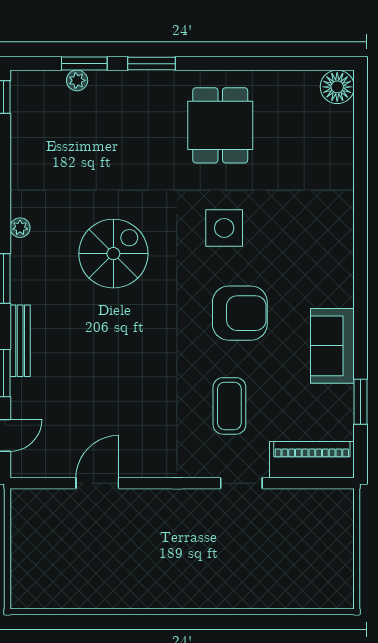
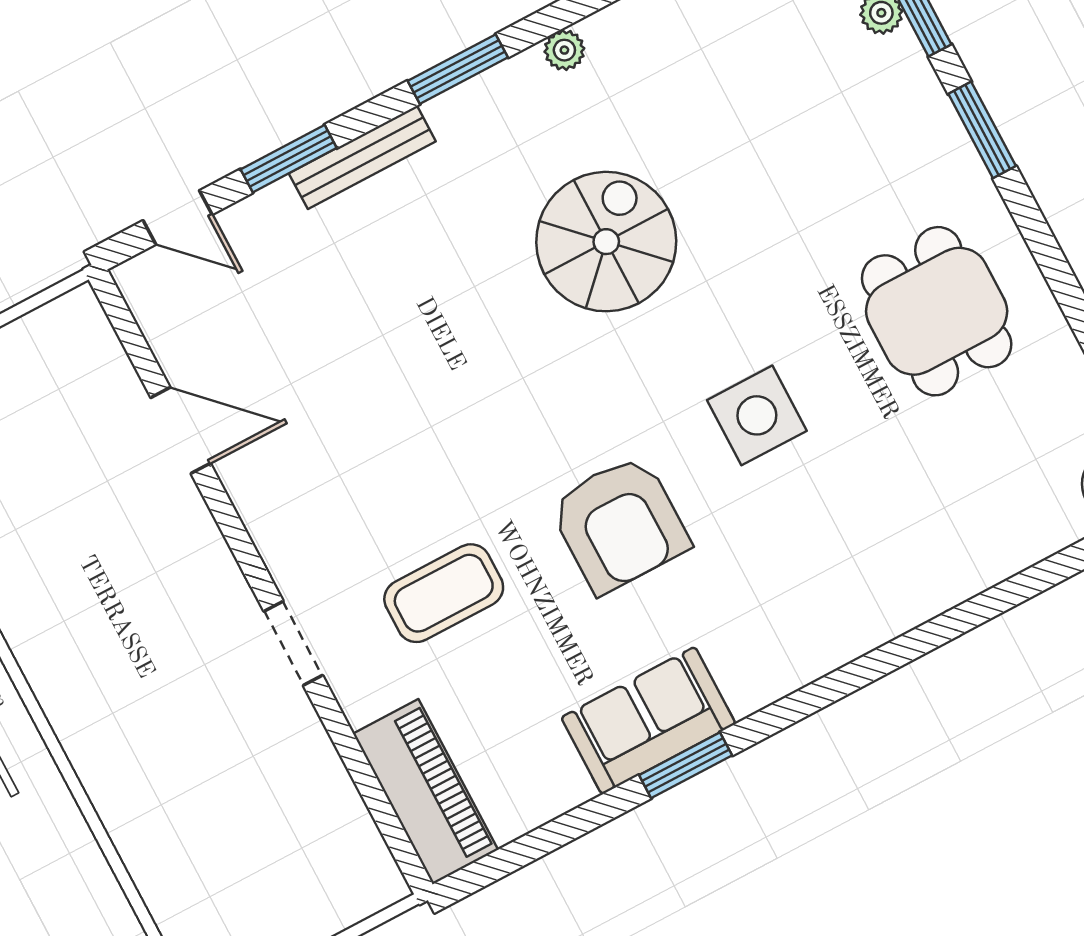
dining table: (220, 125) -> (937, 311), turned 90
spiral stairs: (113, 254) -> (606, 242), turned -90
window: (361, 402) -> (686, 765), moved
doorway: (241, 483) -> (293, 643), moved

